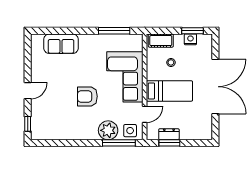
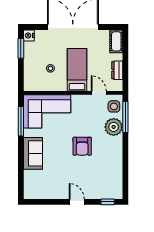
nightstand: (190, 39) -> (29, 35), moved
cot: (161, 41) -> (116, 41), moved
sofa: (61, 44) -> (33, 153), moved
corner sofa: (125, 77) -> (47, 111), moved
window: (169, 143) -> (125, 70), removed

